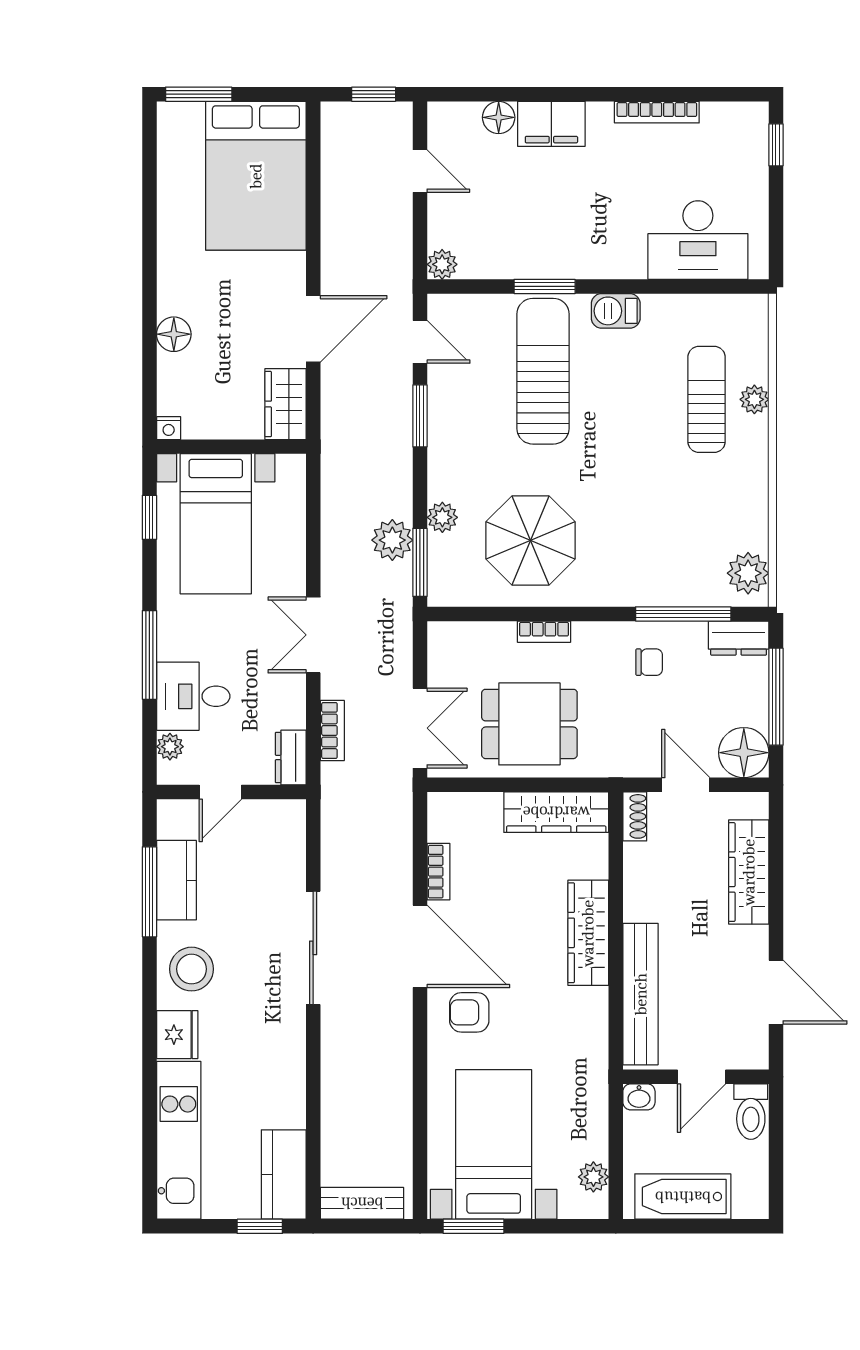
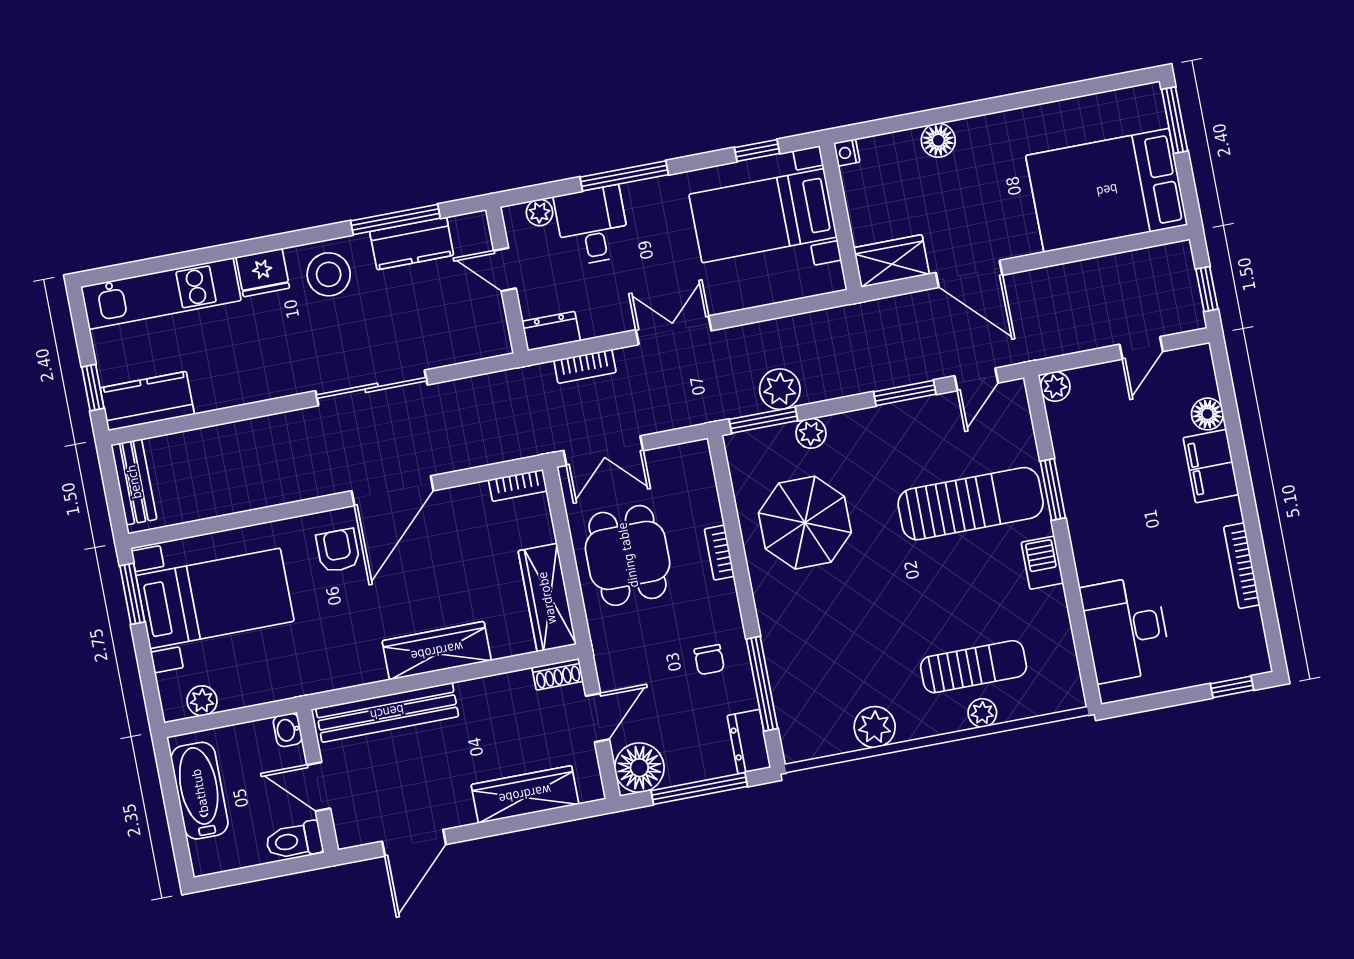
plant: (748, 573) -> (875, 727), moved
bookcase: (438, 872) -> (518, 485), moved

